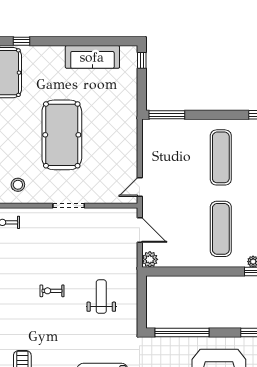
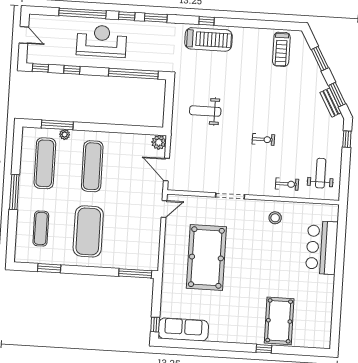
sofa: (92, 57) -> (183, 329), moved
pool table: (62, 135) -> (206, 257), moved
exercise mat: (221, 157) -> (88, 231), width x1.47
exercise bike: (52, 291) -> (263, 139), moved
weight bench: (101, 297) -> (205, 111), turned 90

